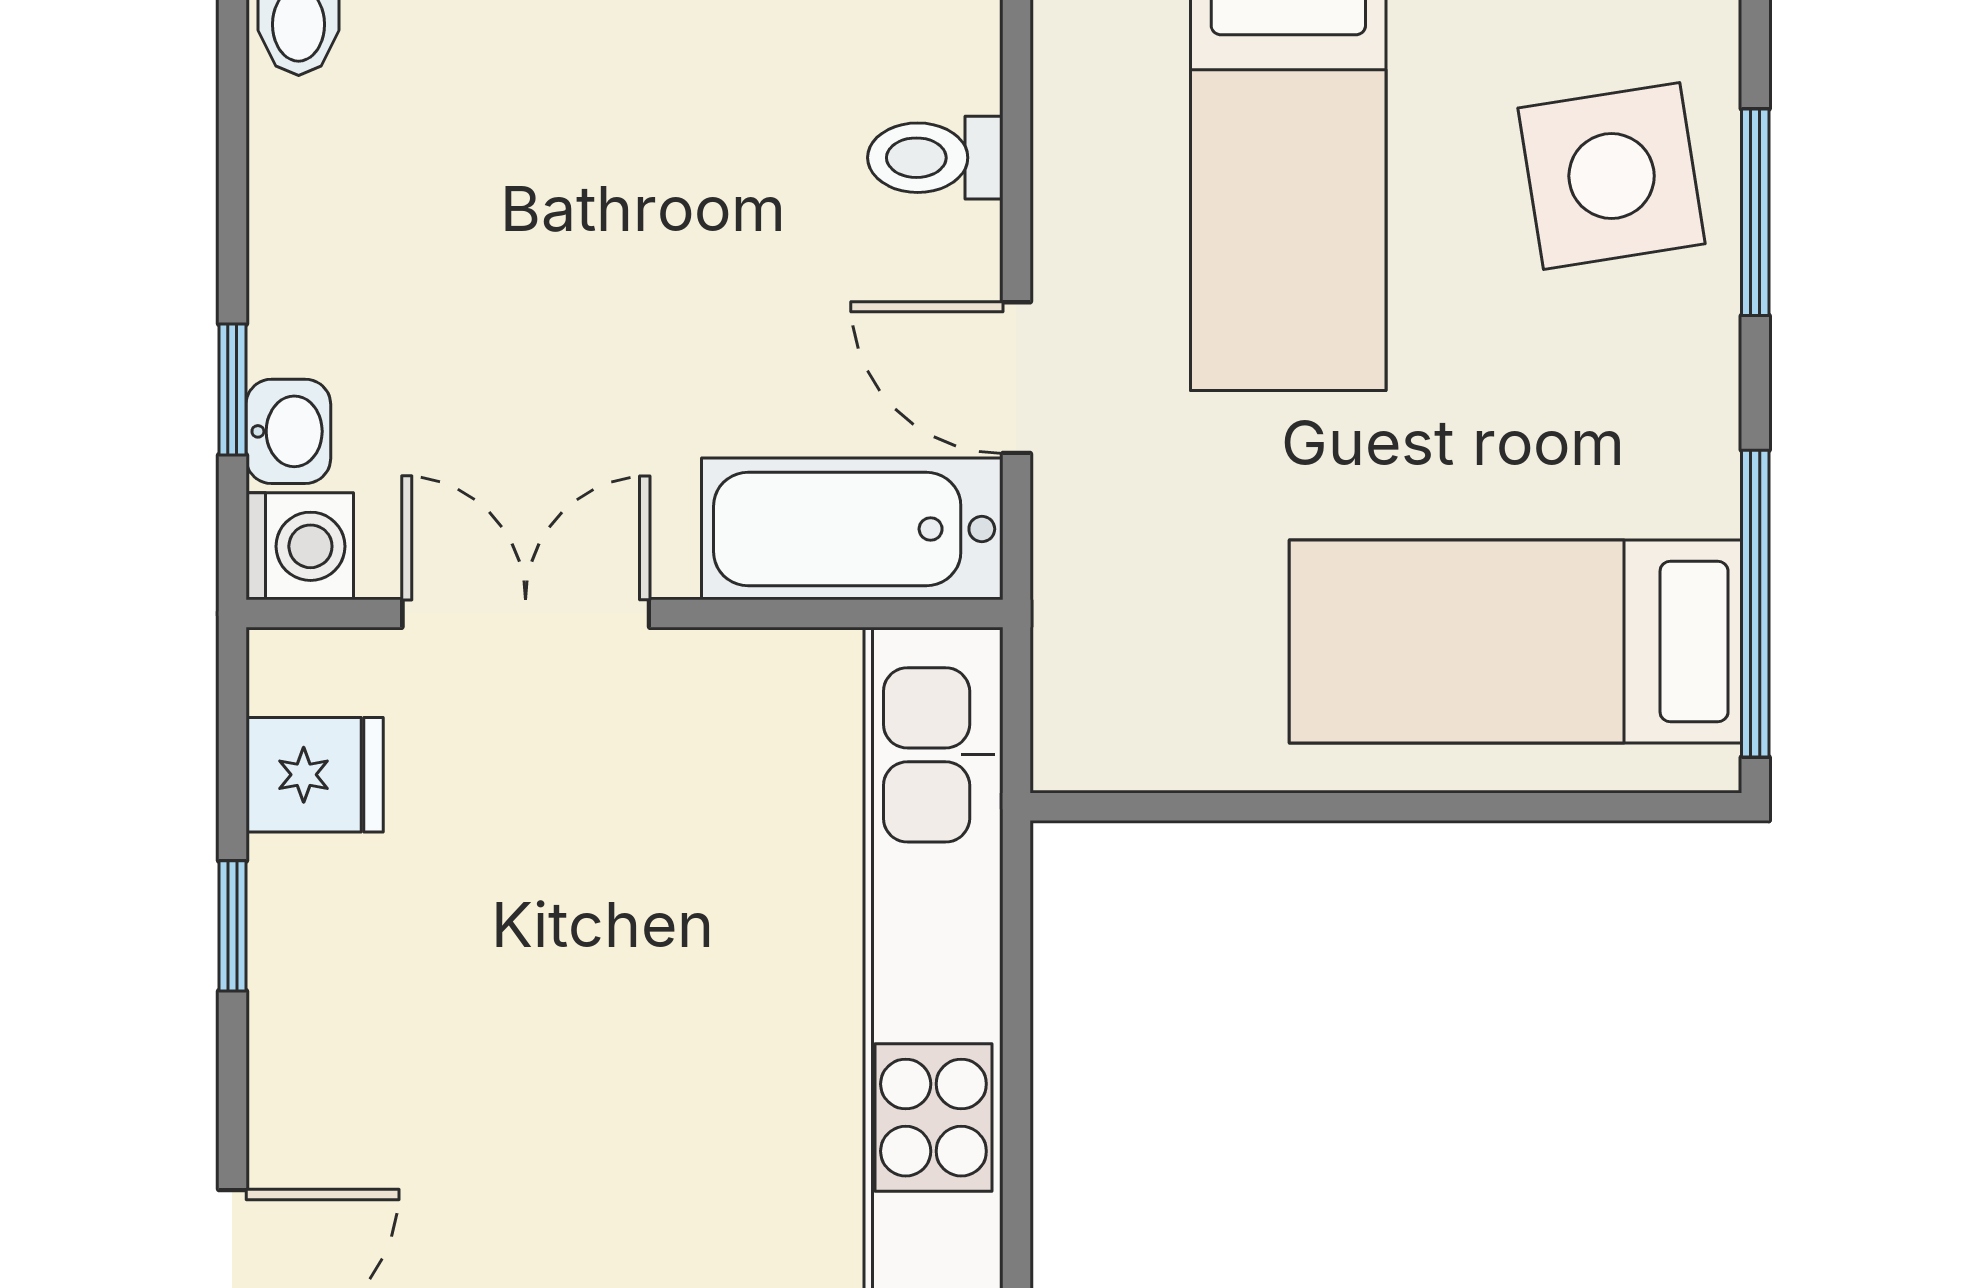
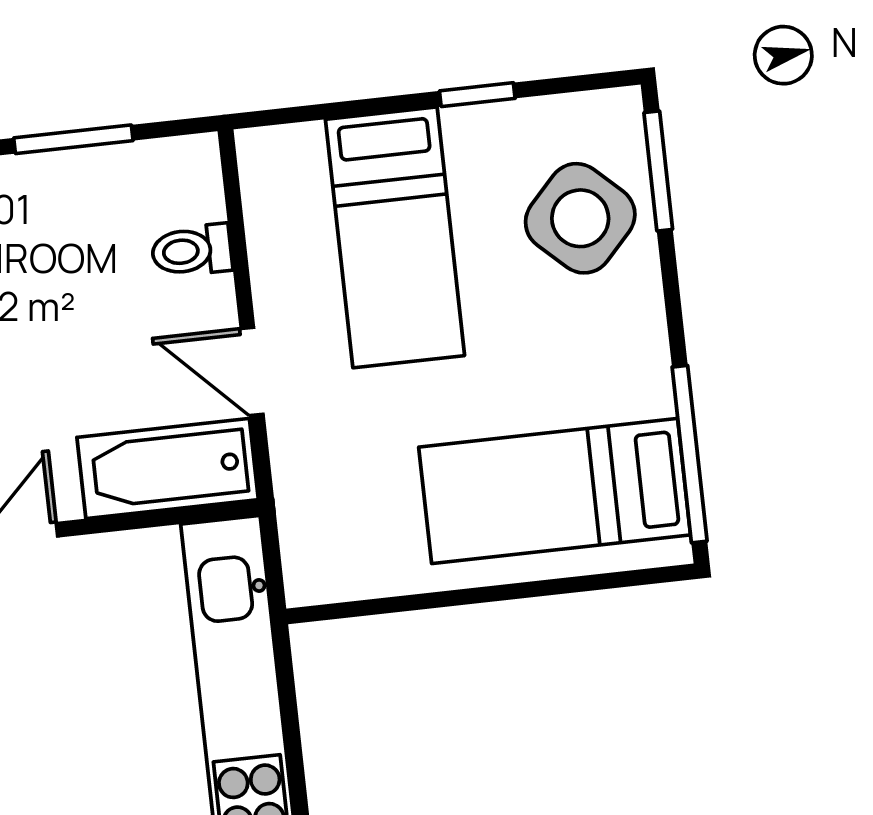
side table: (1612, 176) -> (580, 218), turned -38
window: (1755, 212) -> (658, 171), moved

